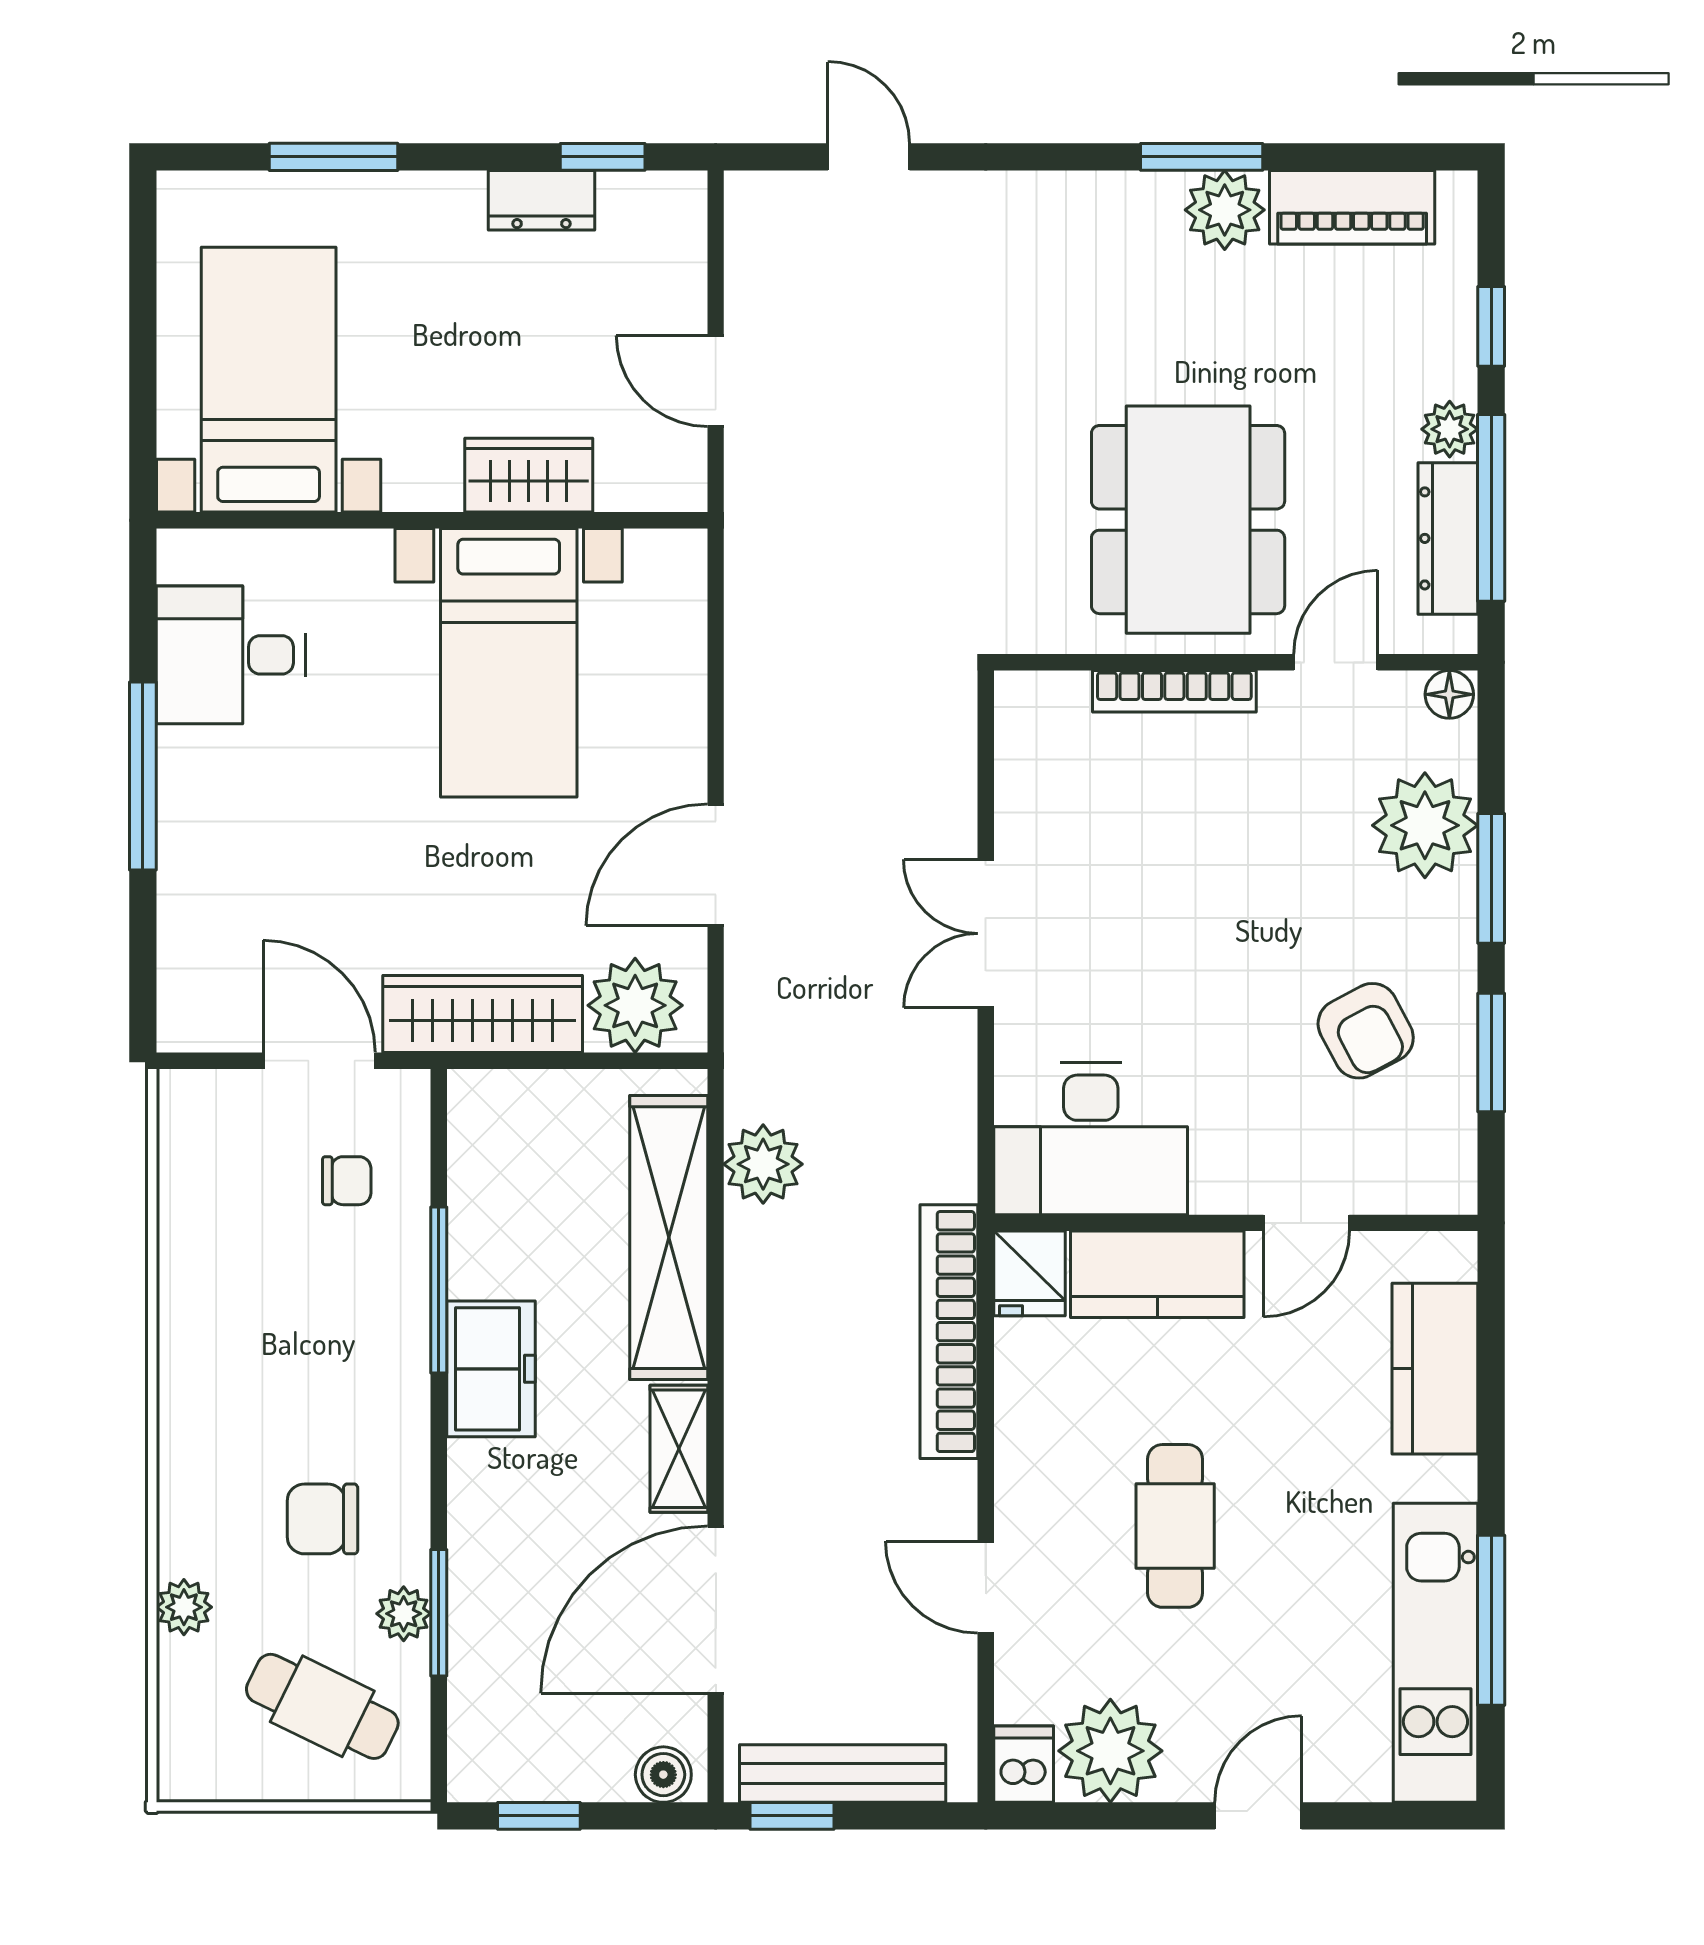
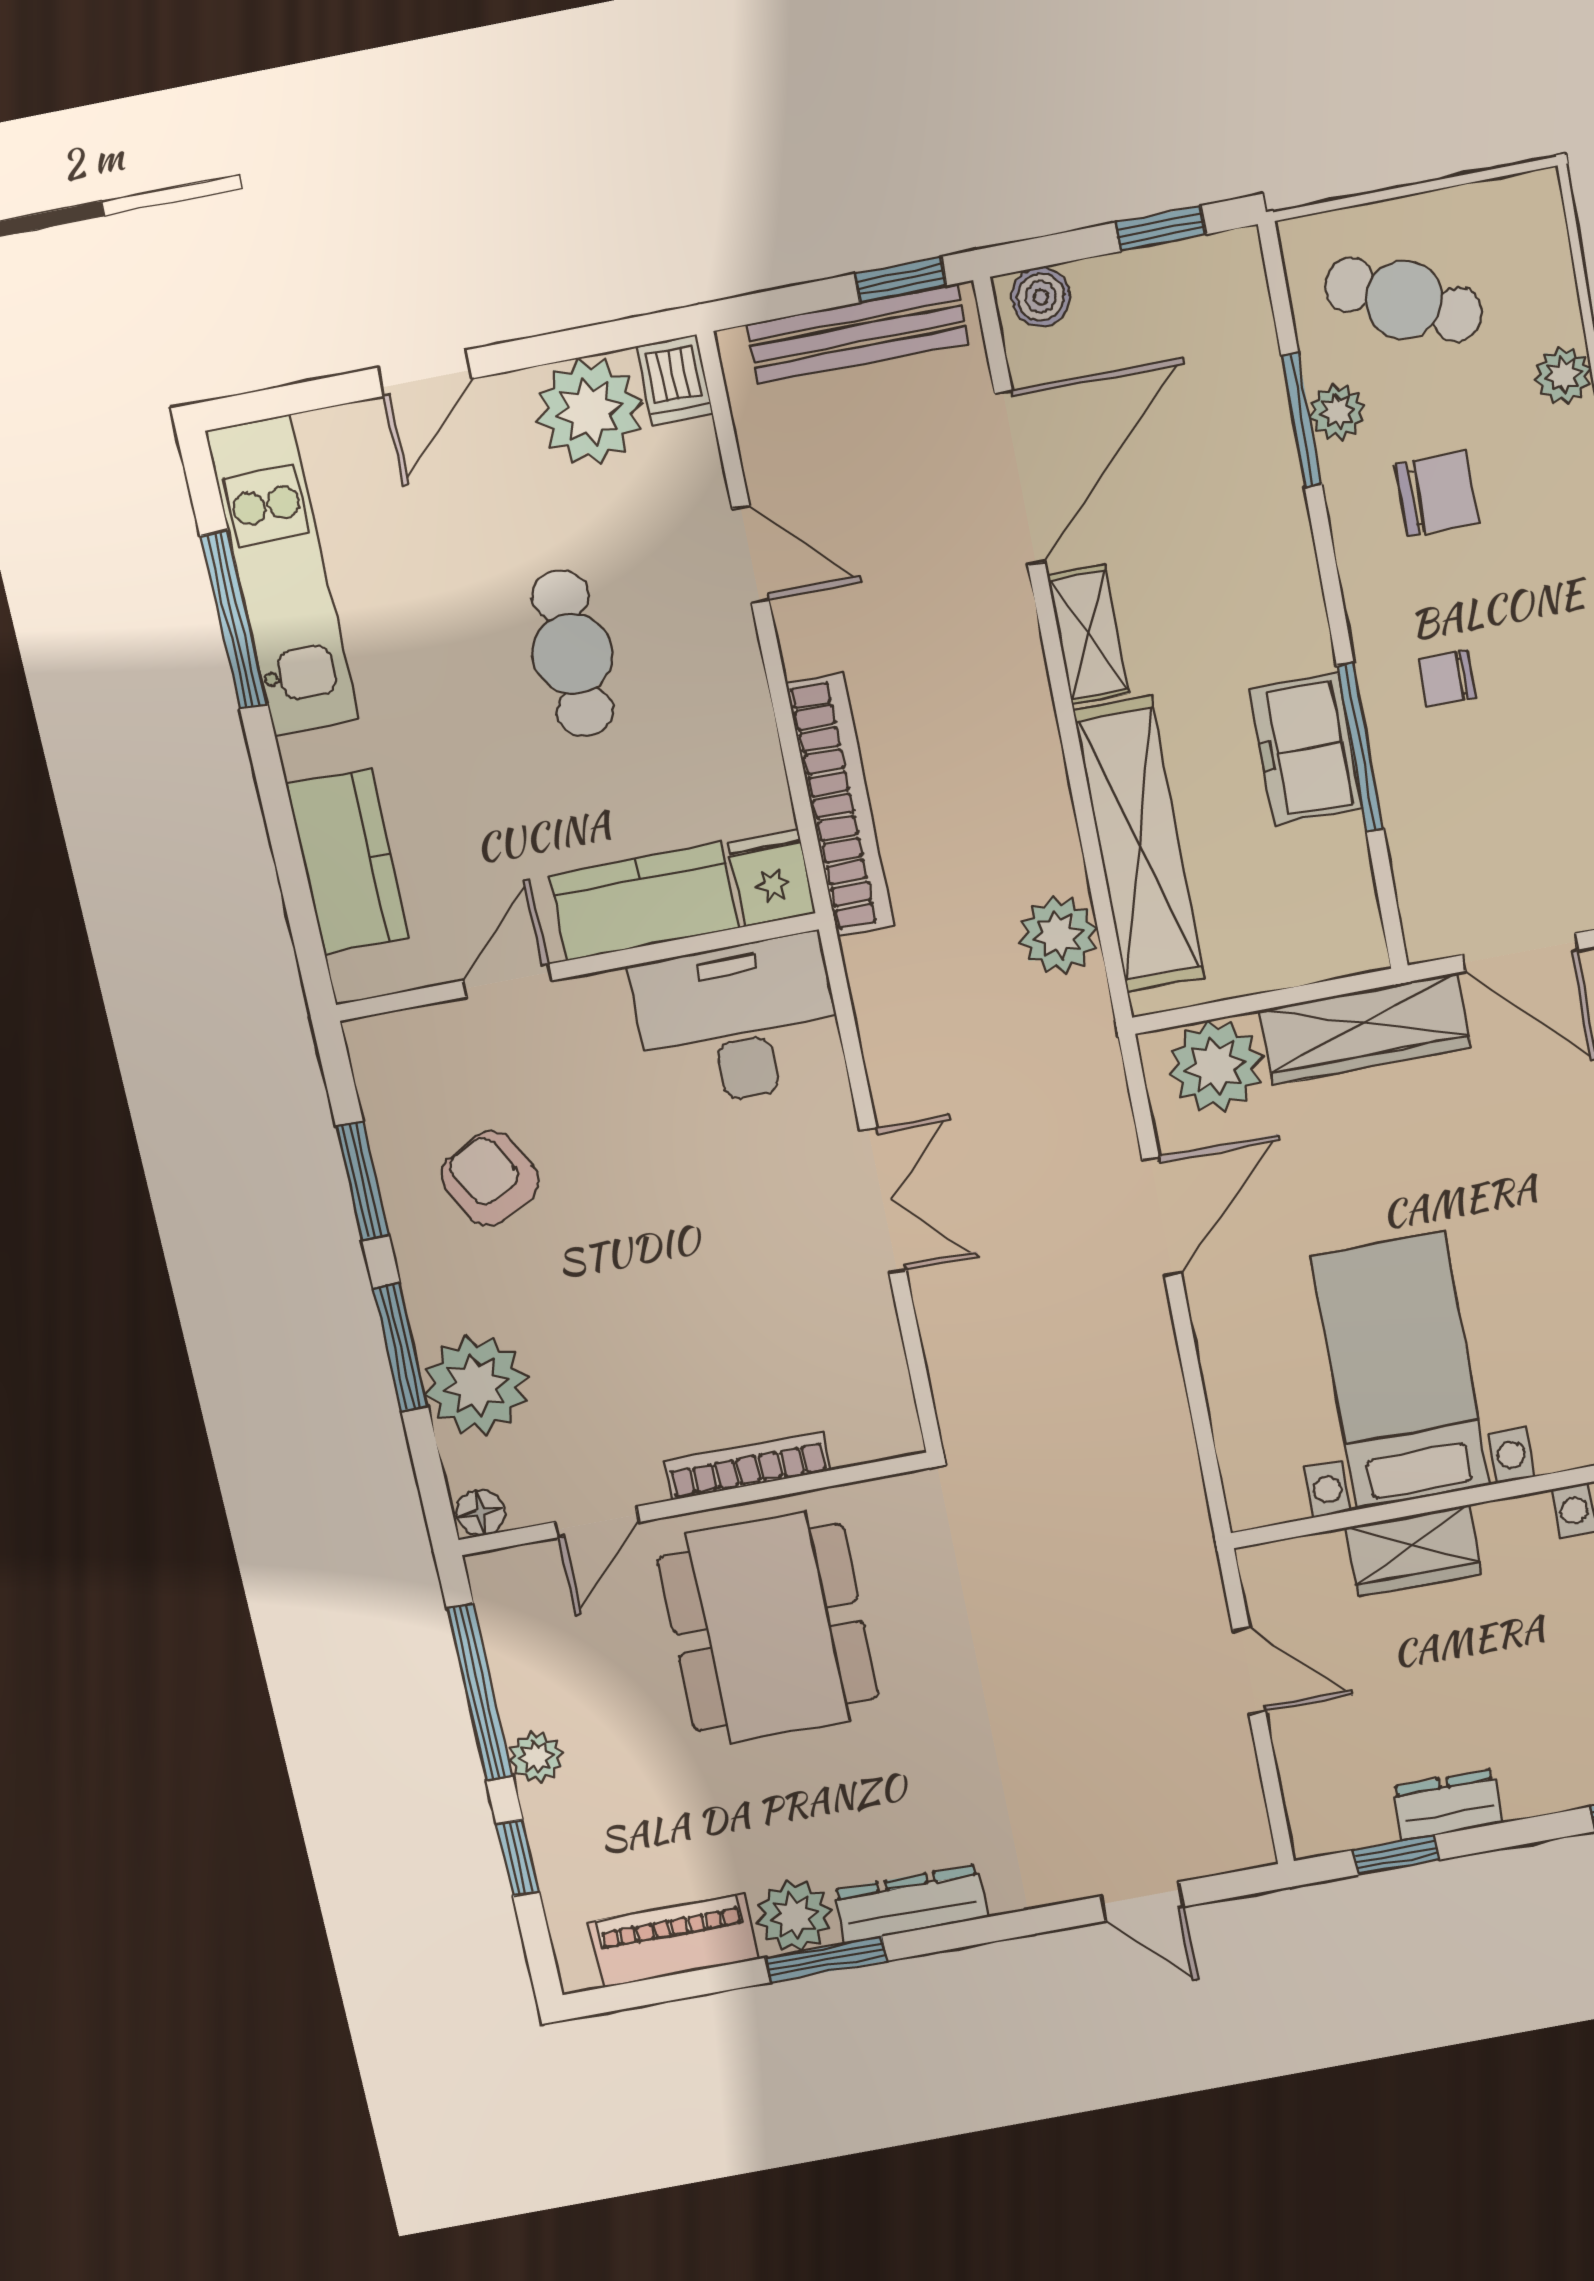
dresser: (1448, 538) -> (911, 1904), moved, turned -90
chair: (347, 1181) -> (1447, 678), moved
freezer: (491, 1369) -> (1306, 749), moved

